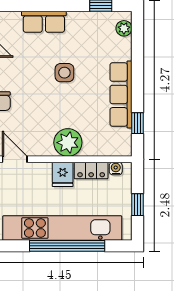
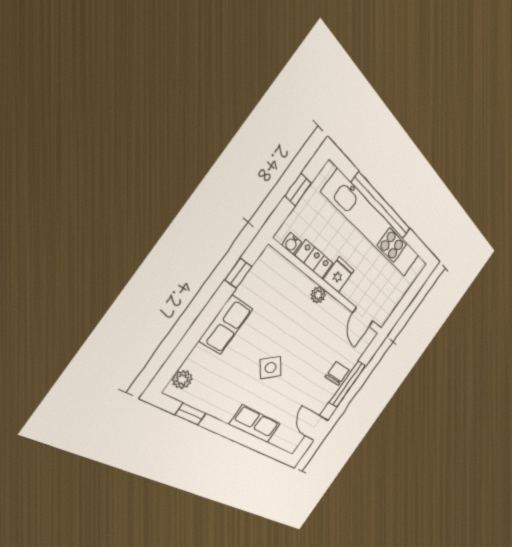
side table: (64, 73) -> (271, 368), turned -38
row of seats: (121, 94) -> (226, 325), width x0.68
plant: (68, 143) -> (318, 295), width x0.53, depth x0.53

